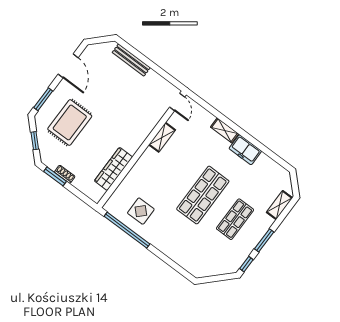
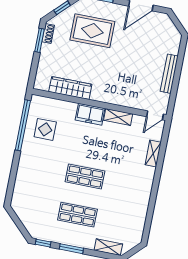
bench: (131, 60) -> (169, 74), moved
shelving: (225, 130) -> (153, 154), moved
freezer: (245, 150) -> (90, 114), moved, turned -90
shoe rack: (65, 174) -> (48, 34), moved
shop shelf: (203, 195) -> (85, 176), width x0.70, depth x0.74

